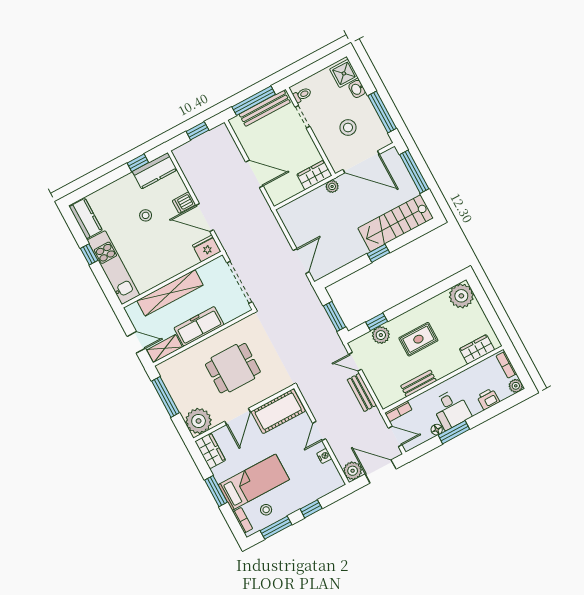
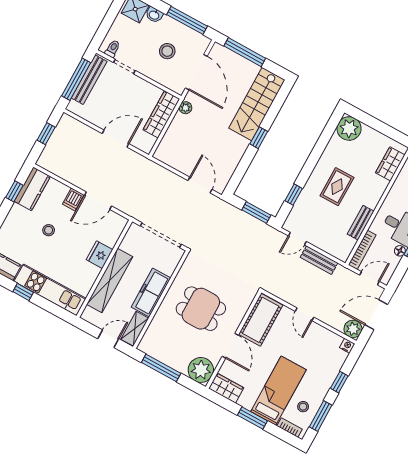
door: (361, 162) -> (196, 72), hinge flipped
wardrobe: (314, 175) -> (161, 114), width x1.50
fridge: (207, 248) -> (100, 255), moved
plant: (381, 335) -> (304, 203), removed
dining table: (233, 368) -> (201, 309), turned 90
bookcase: (398, 411) -> (362, 250), width x1.56
nightstand: (324, 456) -> (347, 346), moved

